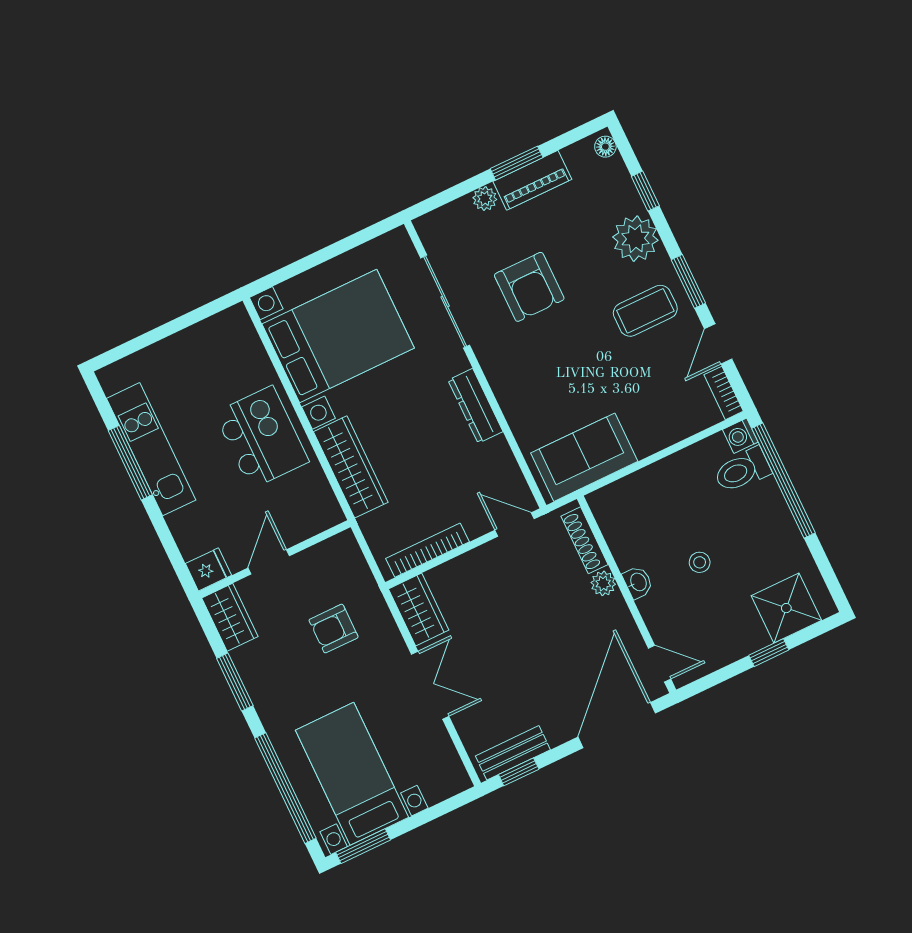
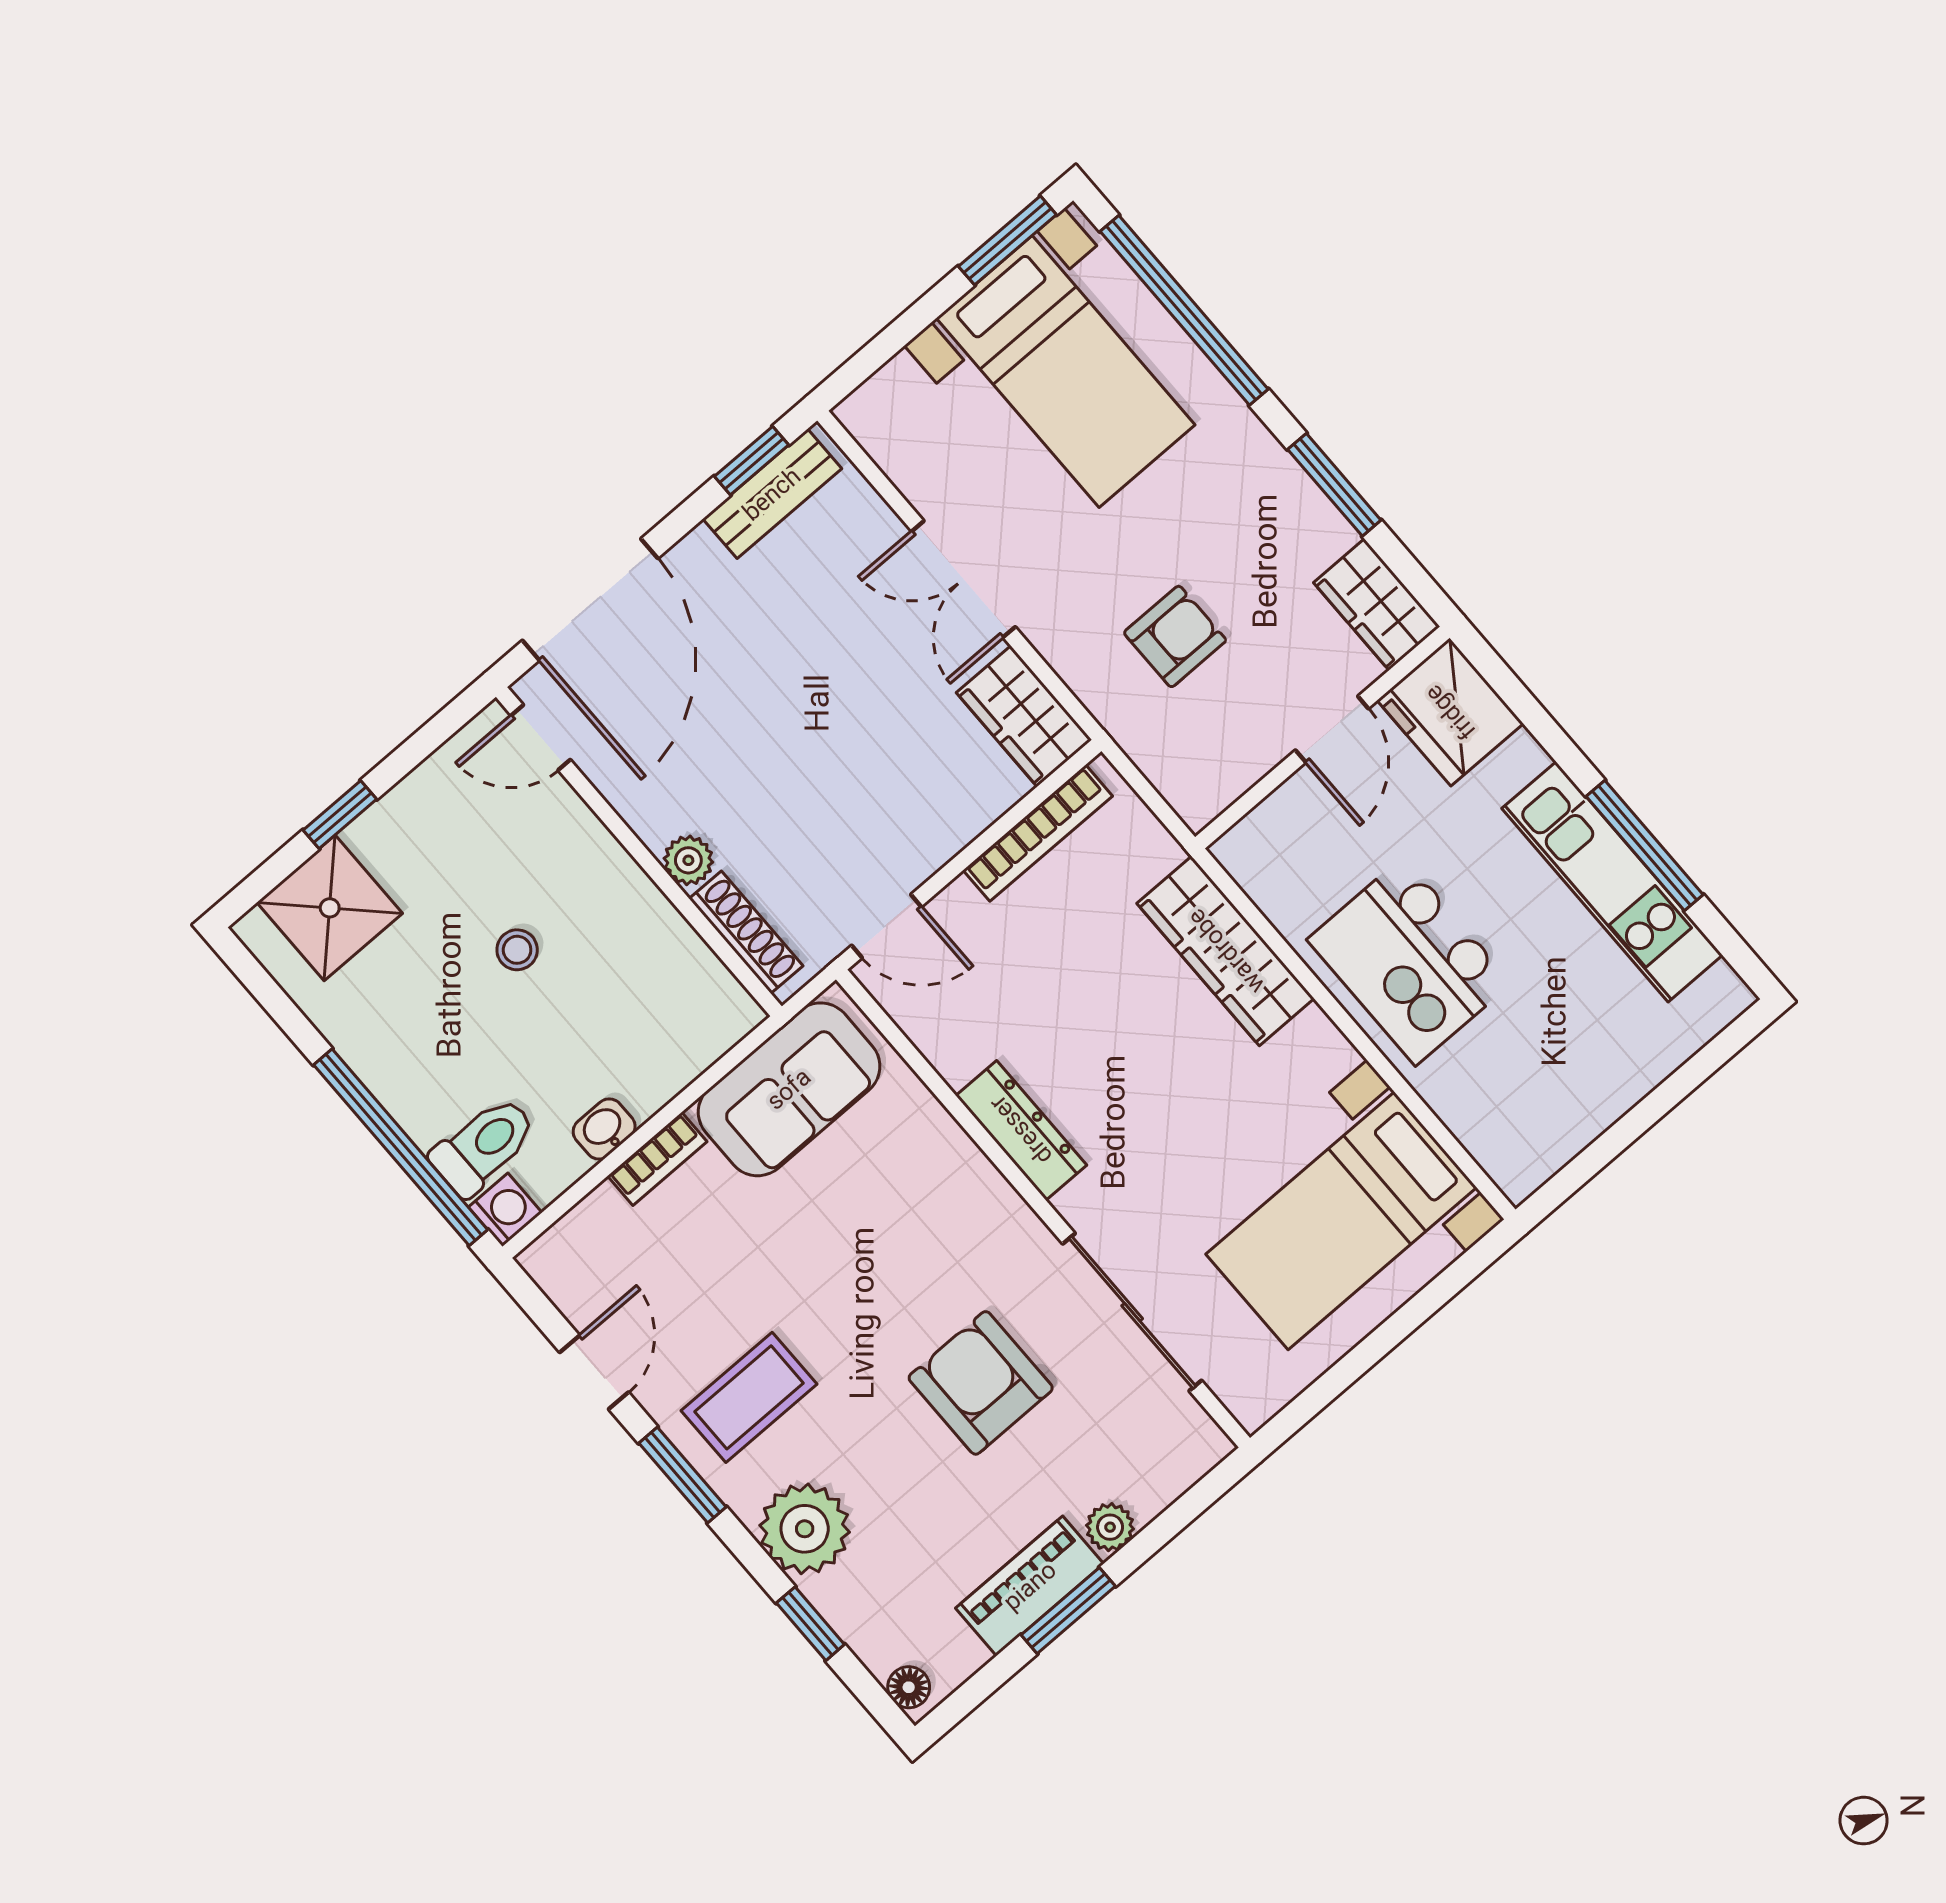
bed with nightstands: (338, 336) -> (1341, 1221), width x0.73
bookcase: (724, 393) -> (657, 1159), moved, turned 90
fridge: (208, 569) -> (1450, 712), width x1.88, depth x1.34
washbasin: (638, 582) -> (604, 1129), moved, turned 90

